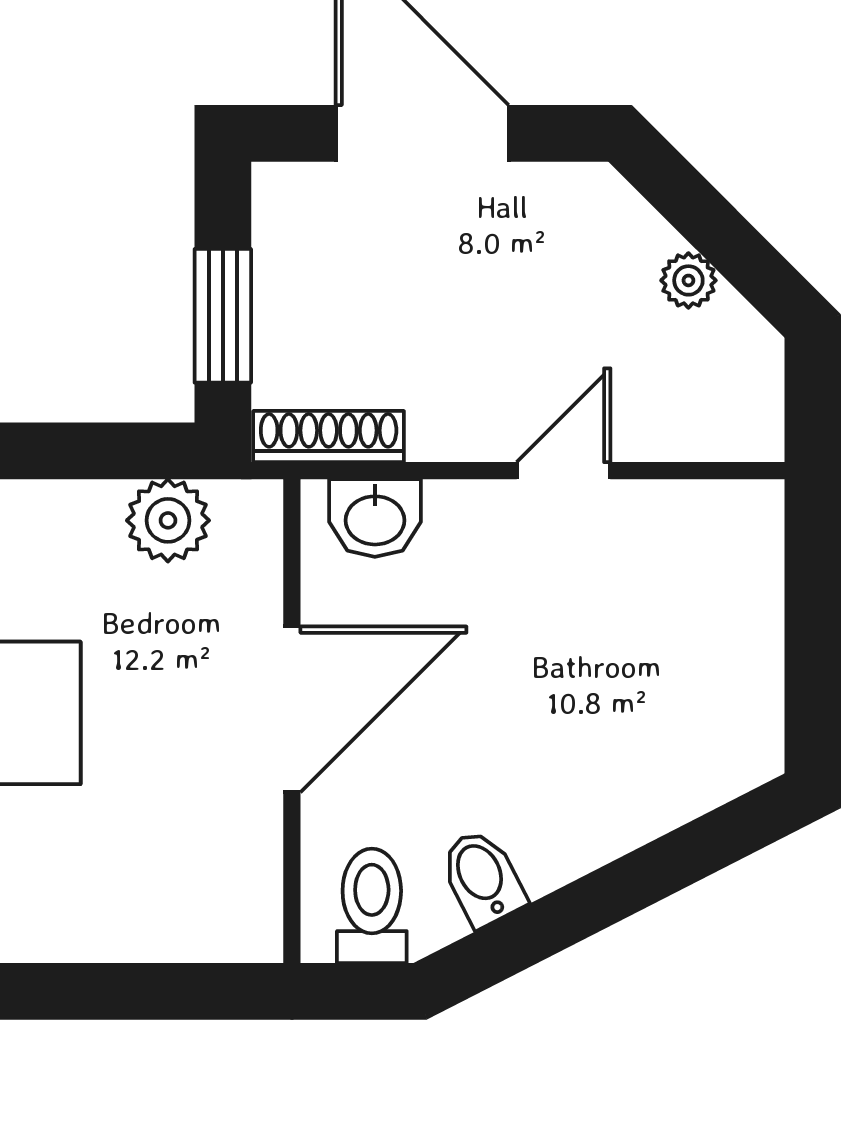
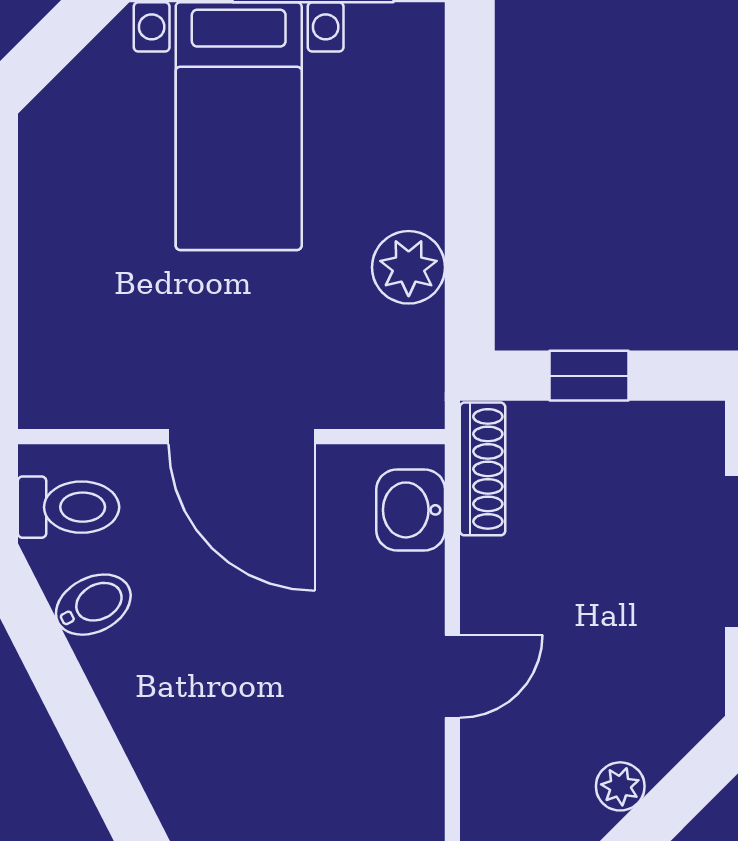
window: (223, 316) -> (589, 376), width x0.67
door: (564, 471) -> (452, 676), hinge flipped
plant: (168, 520) -> (409, 267), moved

